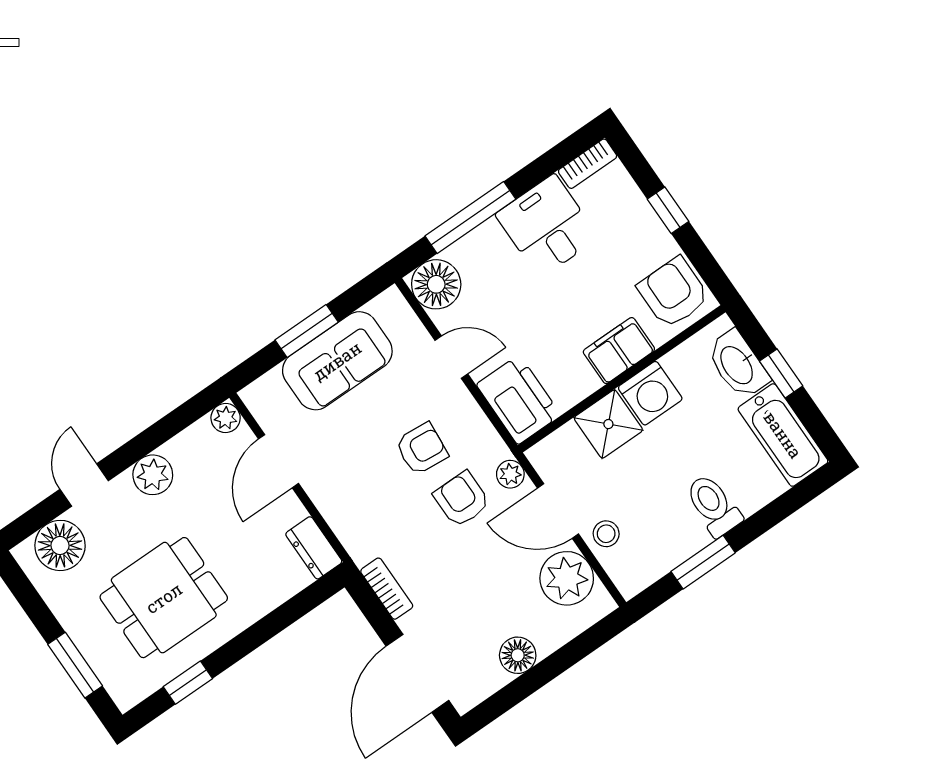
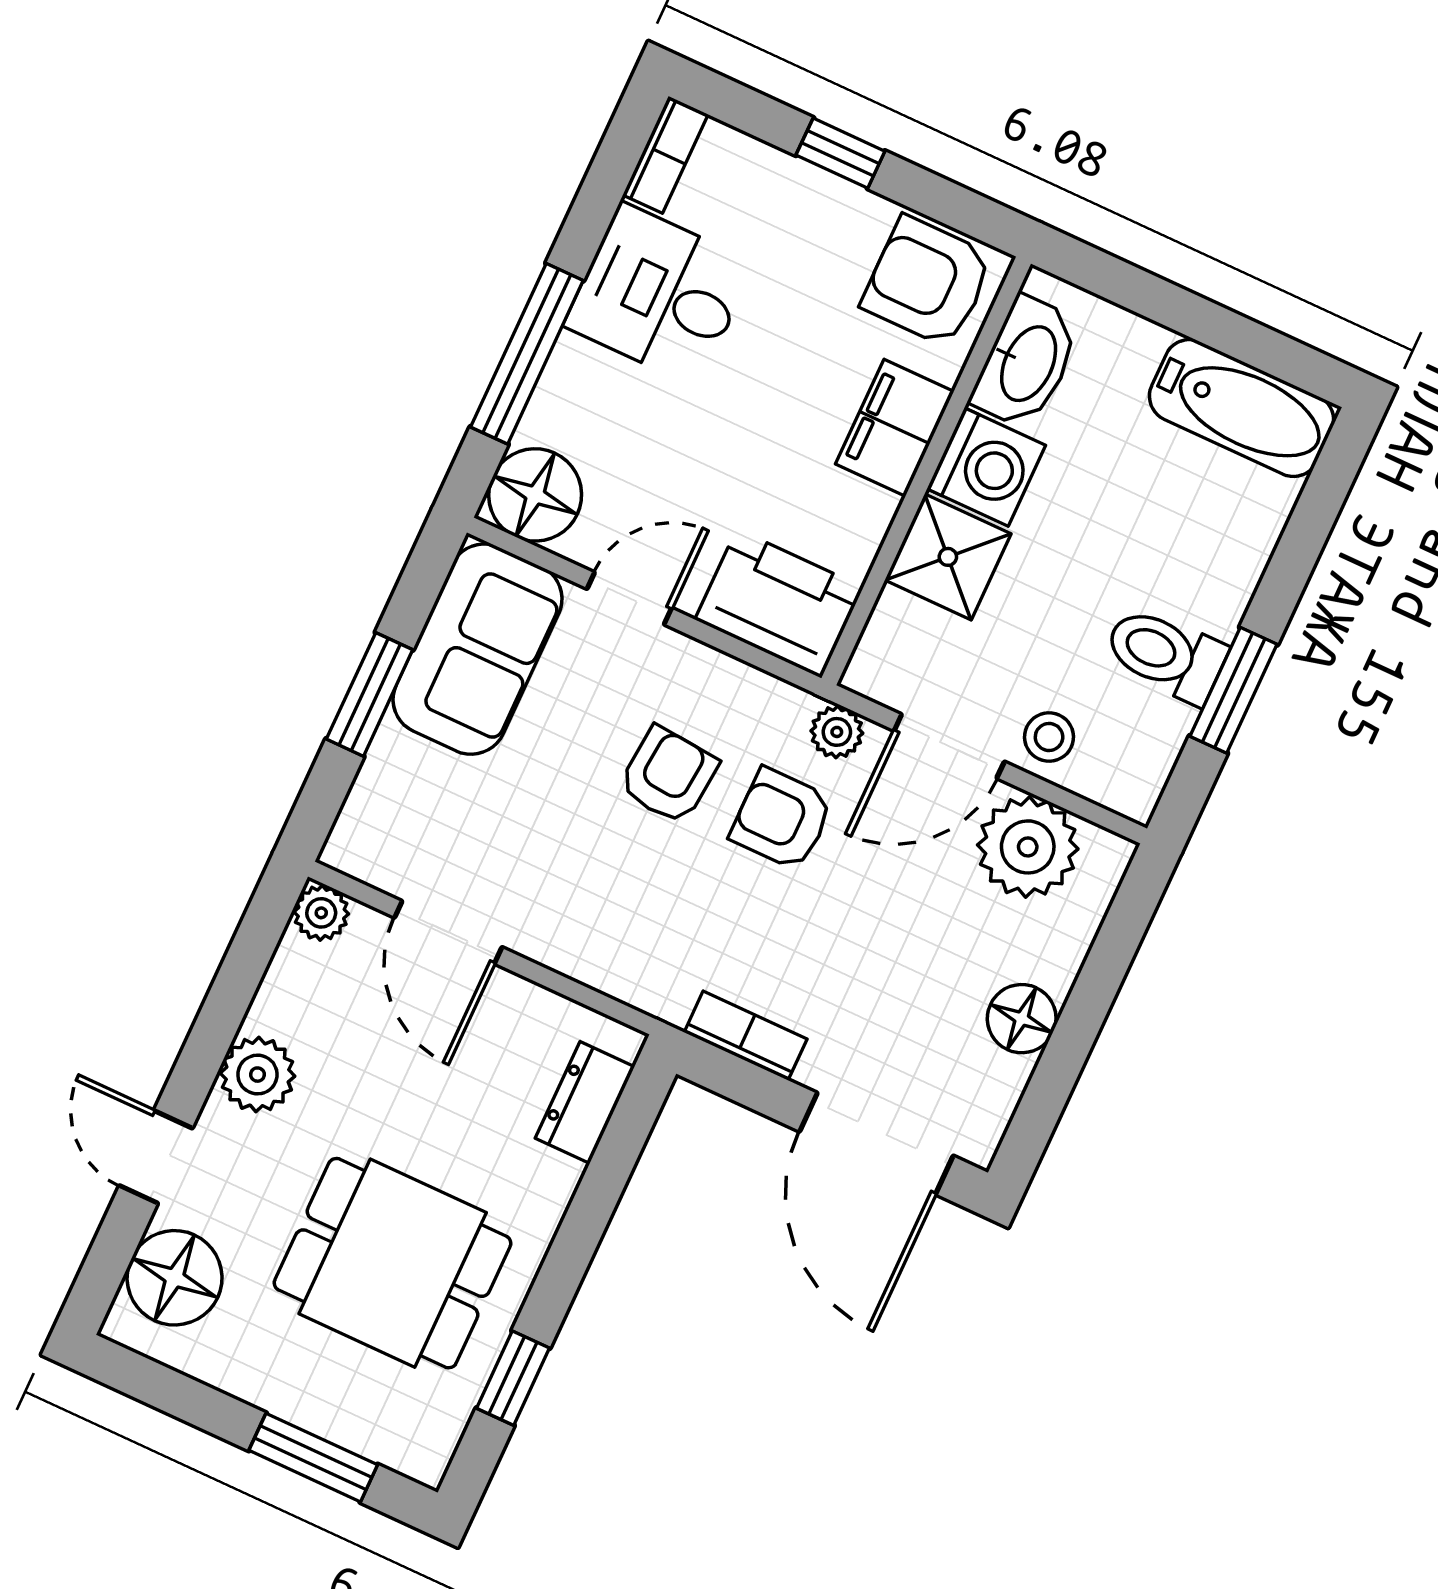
sofa: (337, 361) -> (478, 649), moved
washbasin: (738, 365) -> (1027, 363), moved, turned -90
window: (781, 373) -> (1180, 310), removed
toilet: (713, 505) -> (1165, 654), moved
dresser: (314, 548) -> (585, 1102), moved, turned 90
dining table: (164, 598) -> (393, 1263), turned 90

